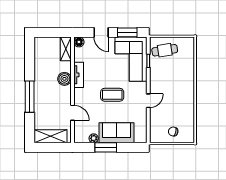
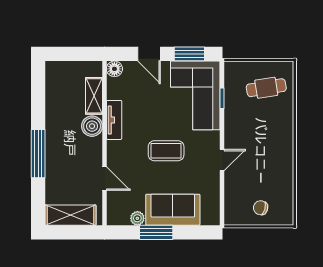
shelving: (66, 49) -> (94, 96), moved
cafe table: (165, 50) -> (266, 88), moved

